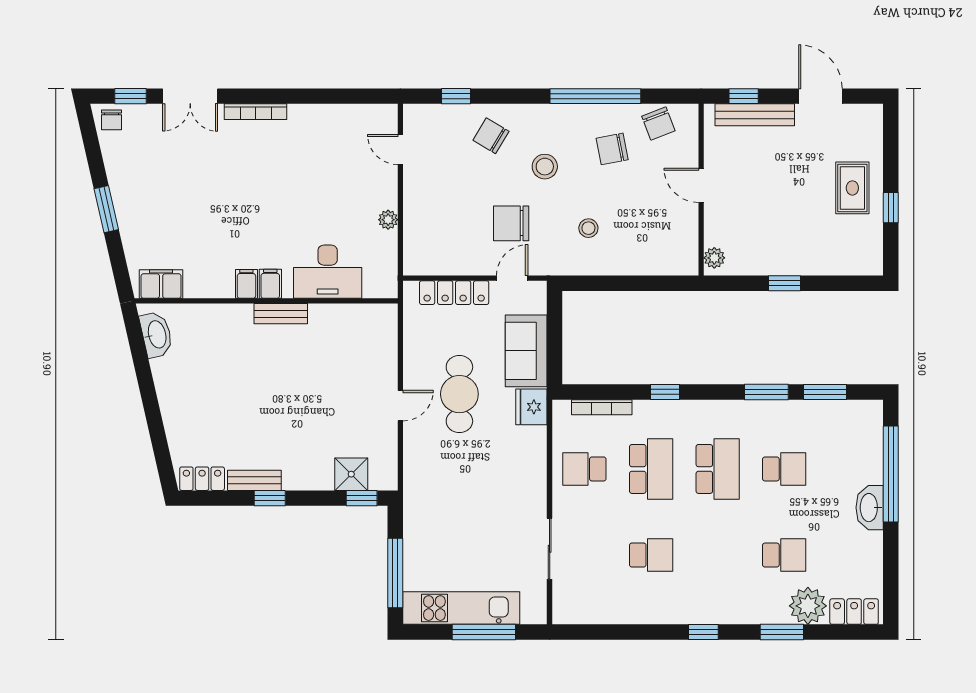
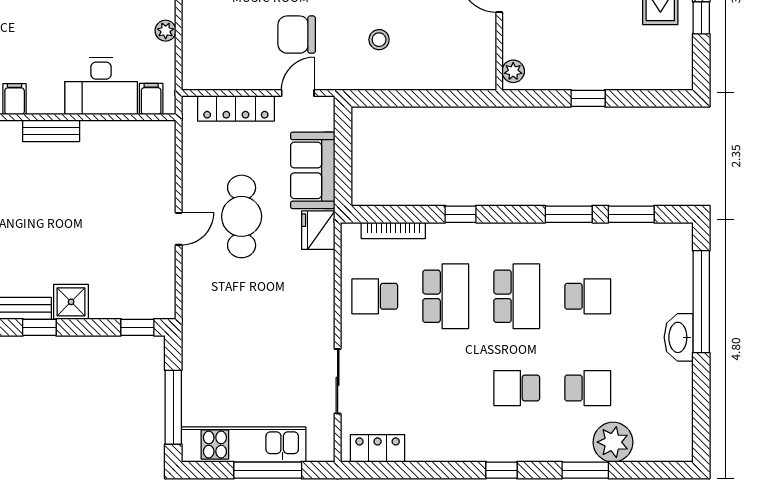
filing cabinet: (270, 284) -> (151, 99), moved
shower: (351, 474) -> (71, 302), moved
school desk: (651, 555) -> (517, 388), moved, turned 180
locker: (854, 612) -> (378, 448), moved

